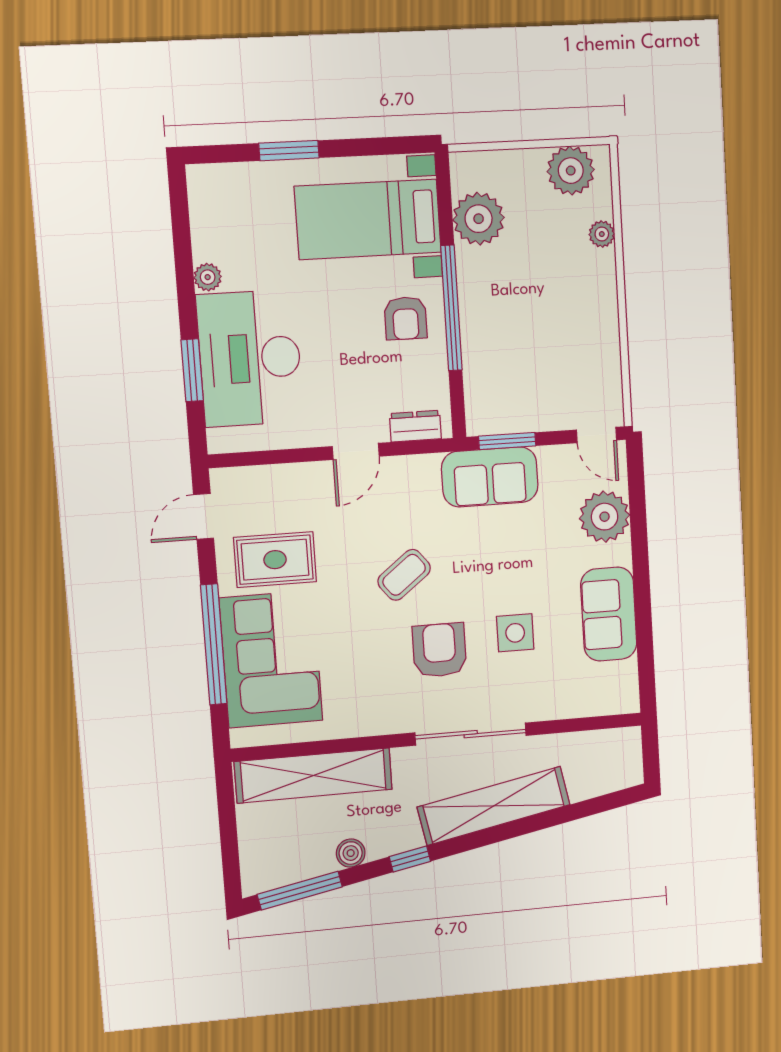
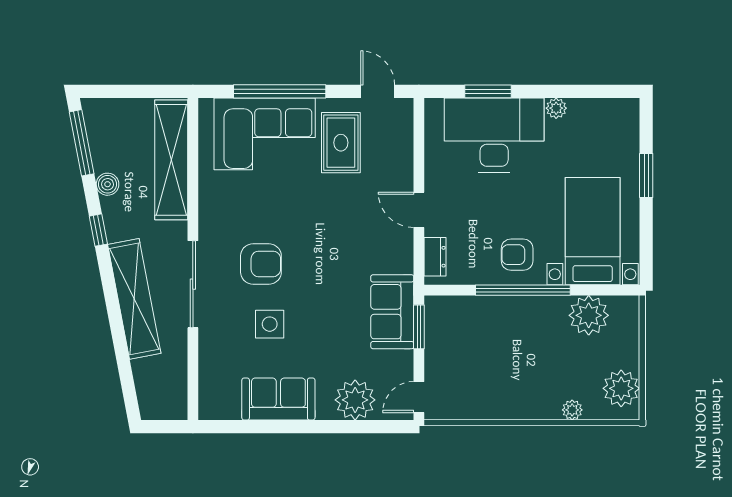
coffee table: (404, 575) -> (322, 240), removed

